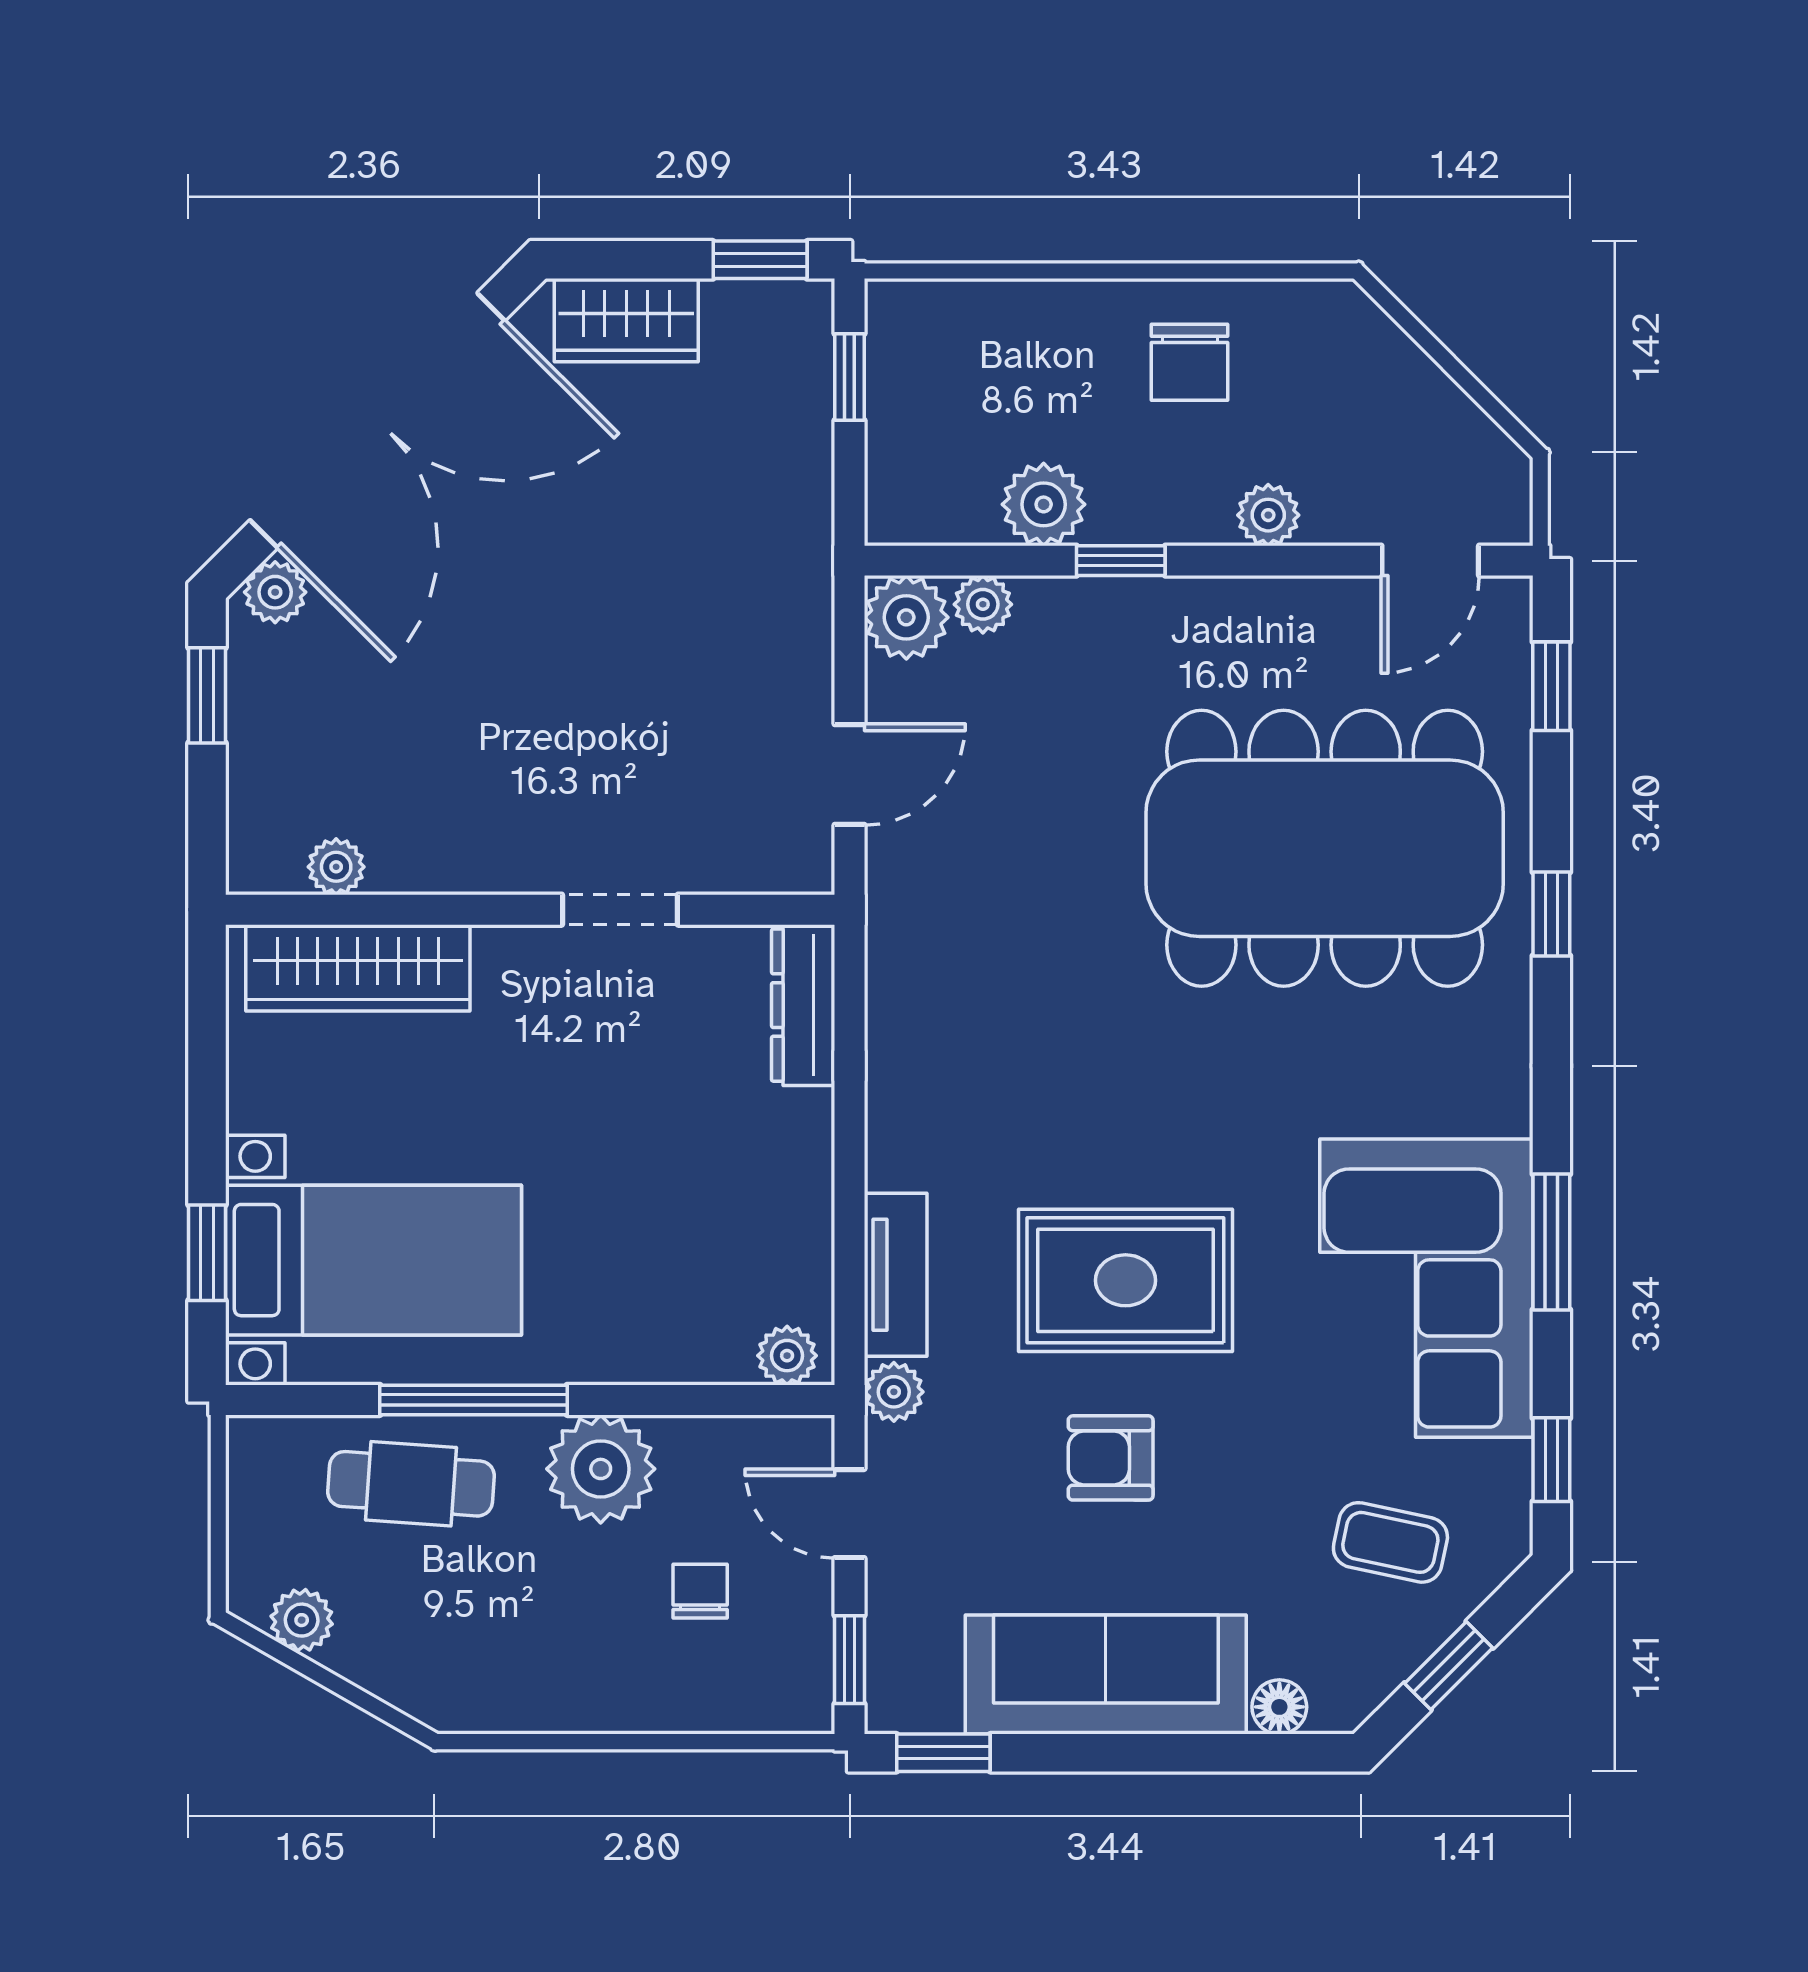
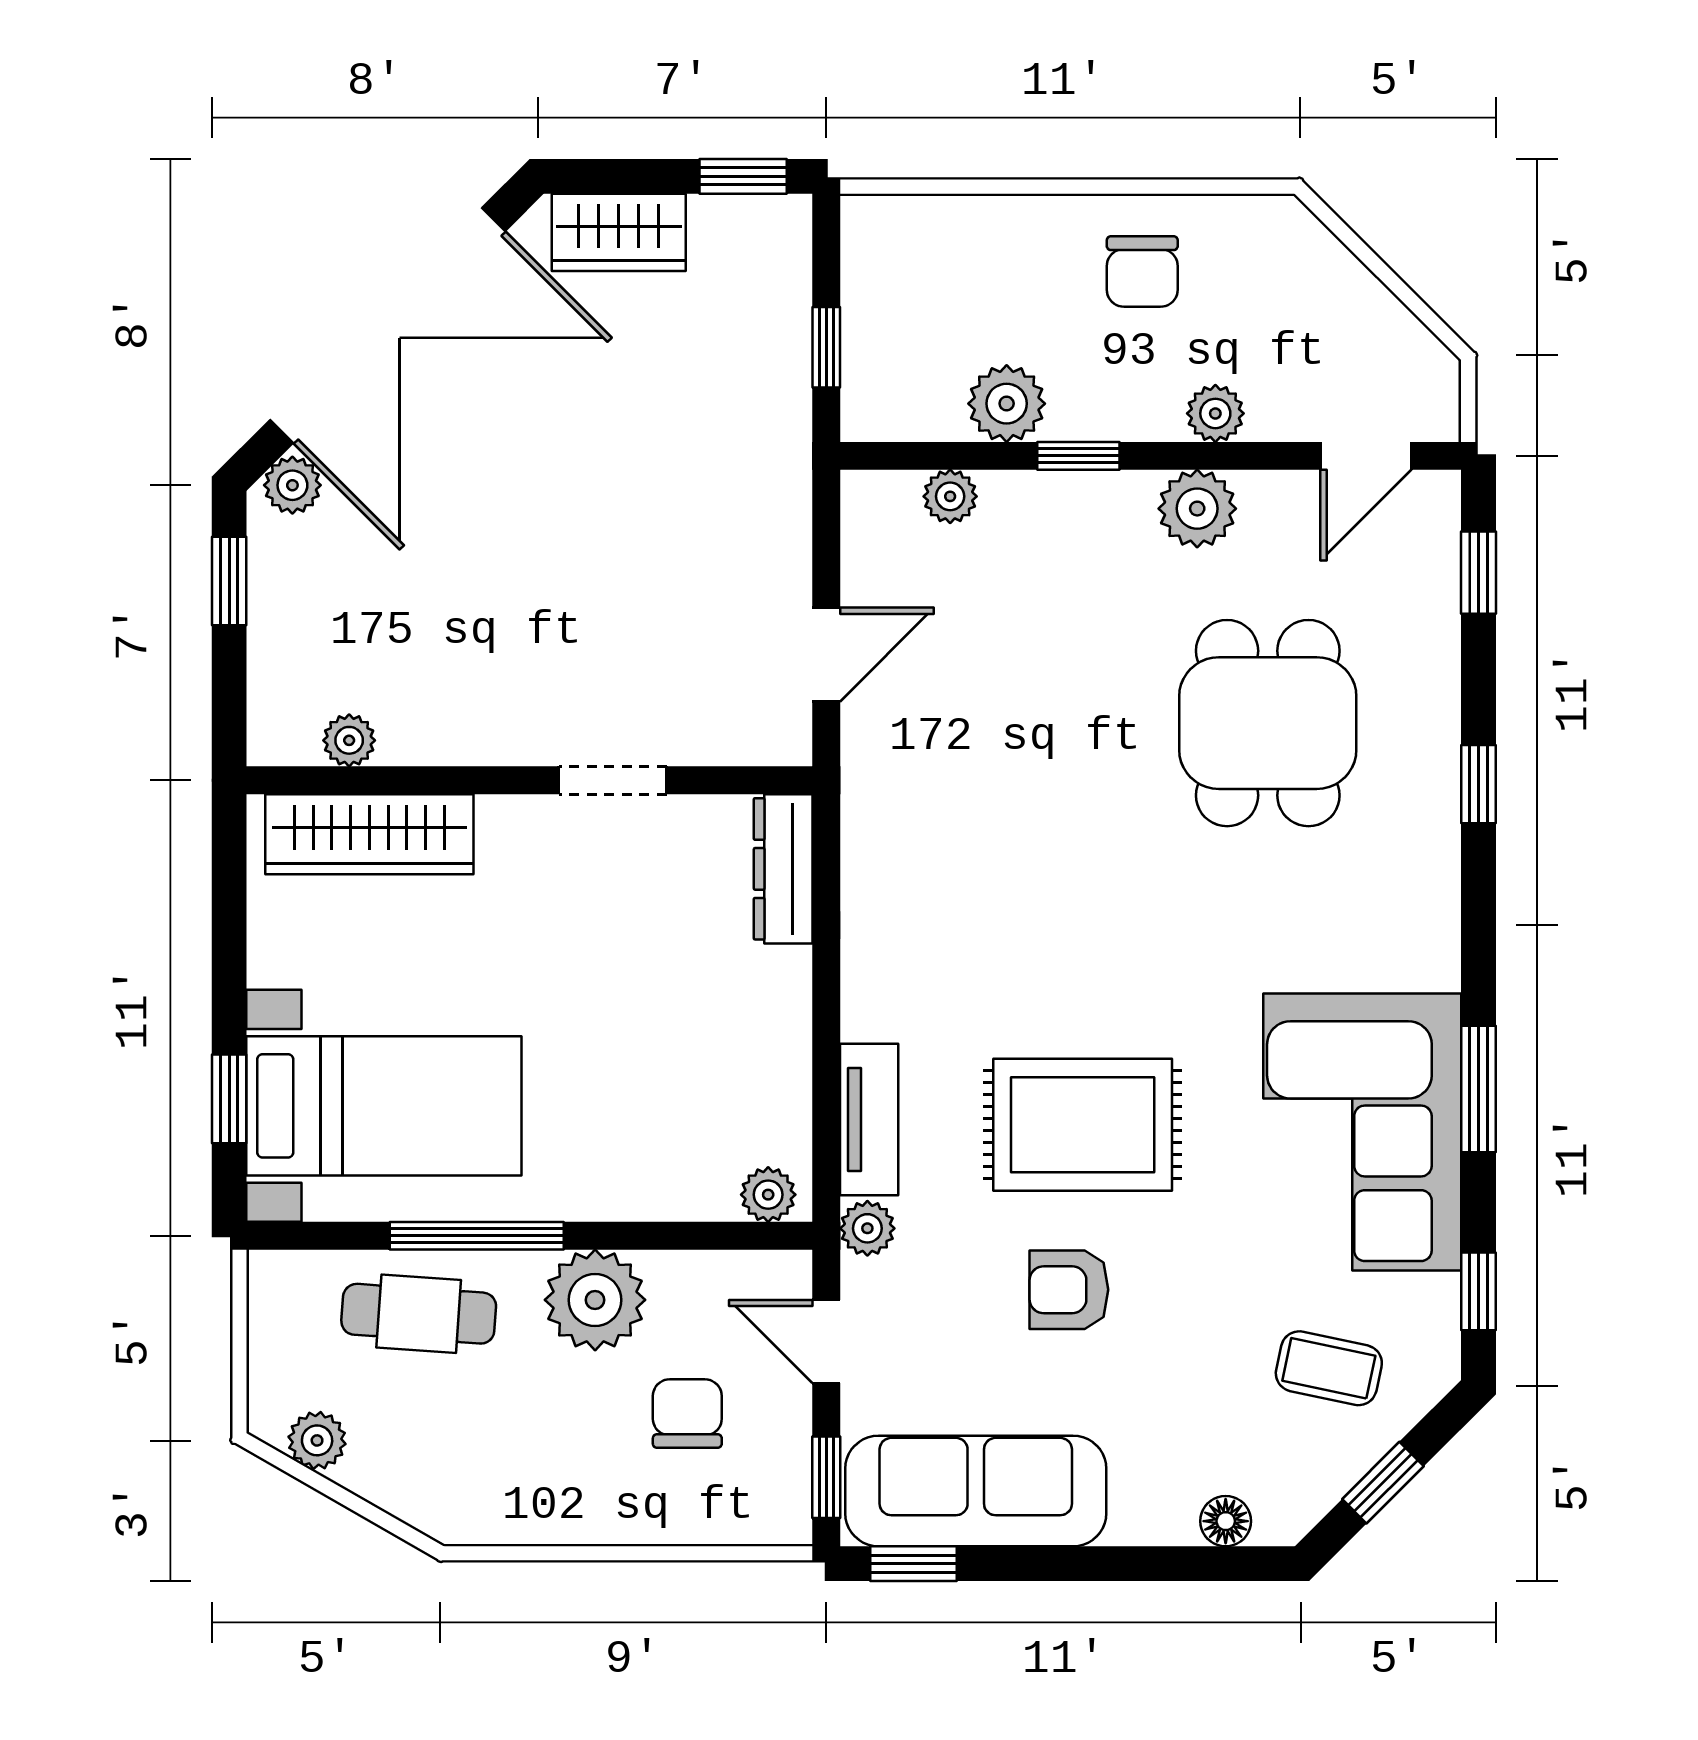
window: (850, 377) -> (826, 347), moved
plant: (906, 617) -> (1197, 509), moved
dining table: (1325, 848) -> (1268, 723), width x0.53, depth x0.80
chair: (700, 1591) -> (687, 1414), width x1.37, depth x1.37
sofa: (1106, 1674) -> (976, 1491), moved

